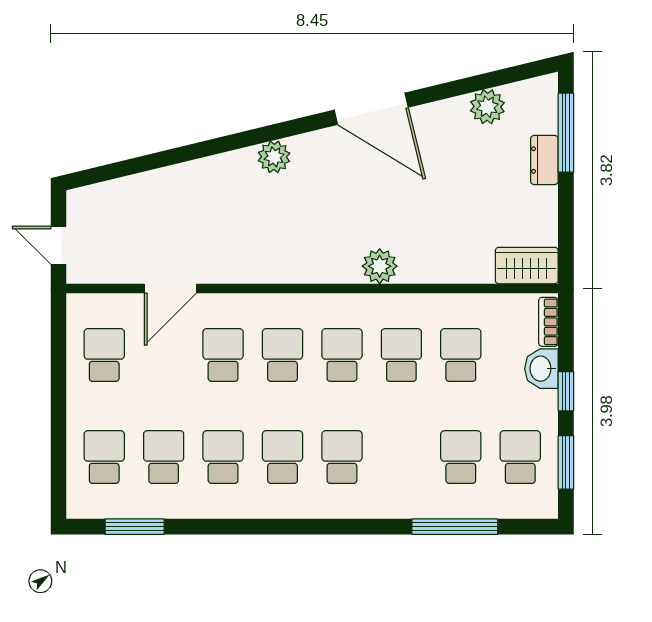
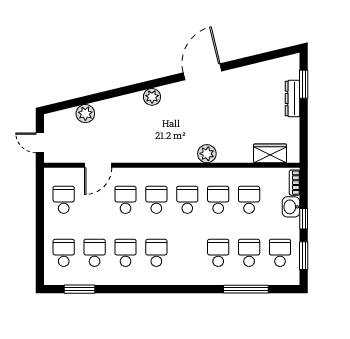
plant: (487, 107) -> (85, 114), moved
door: (371, 109) -> (202, 72), swing flipped
window: (566, 133) -> (304, 84), width x0.69
dresser: (544, 160) -> (292, 98), width x1.44
wardrobe: (527, 266) -> (270, 153), moved
school desk: (342, 457) -> (218, 253), moved

